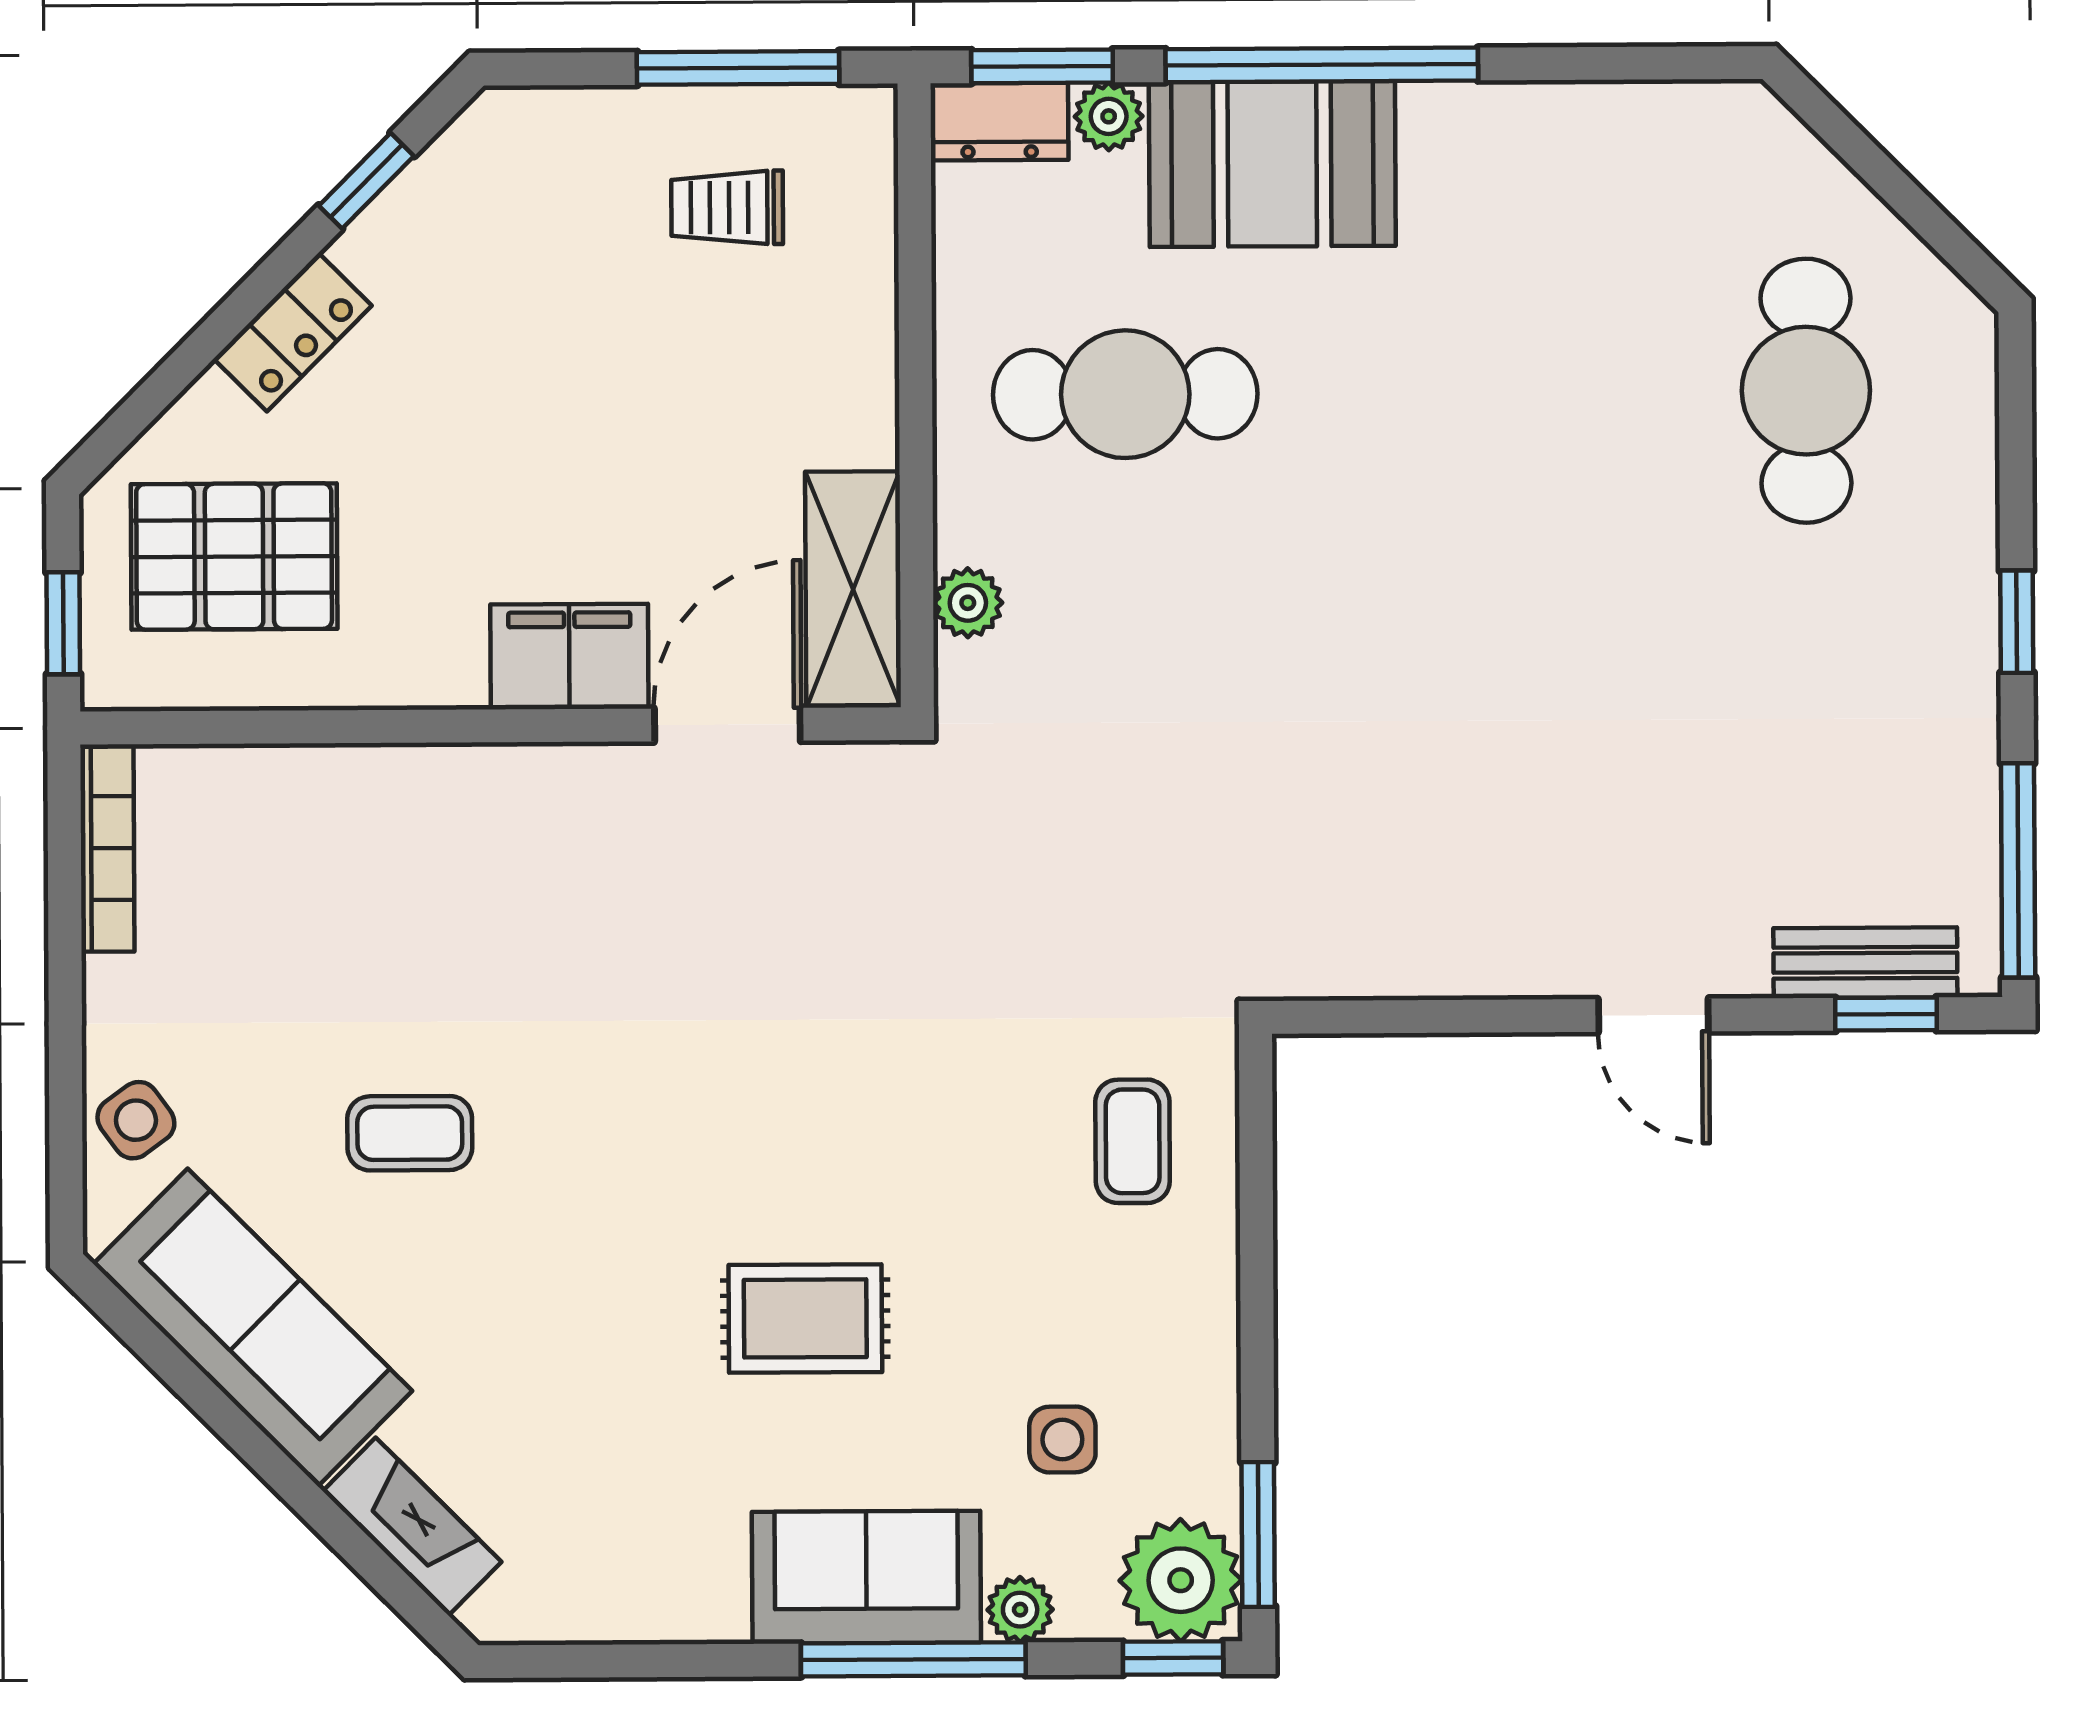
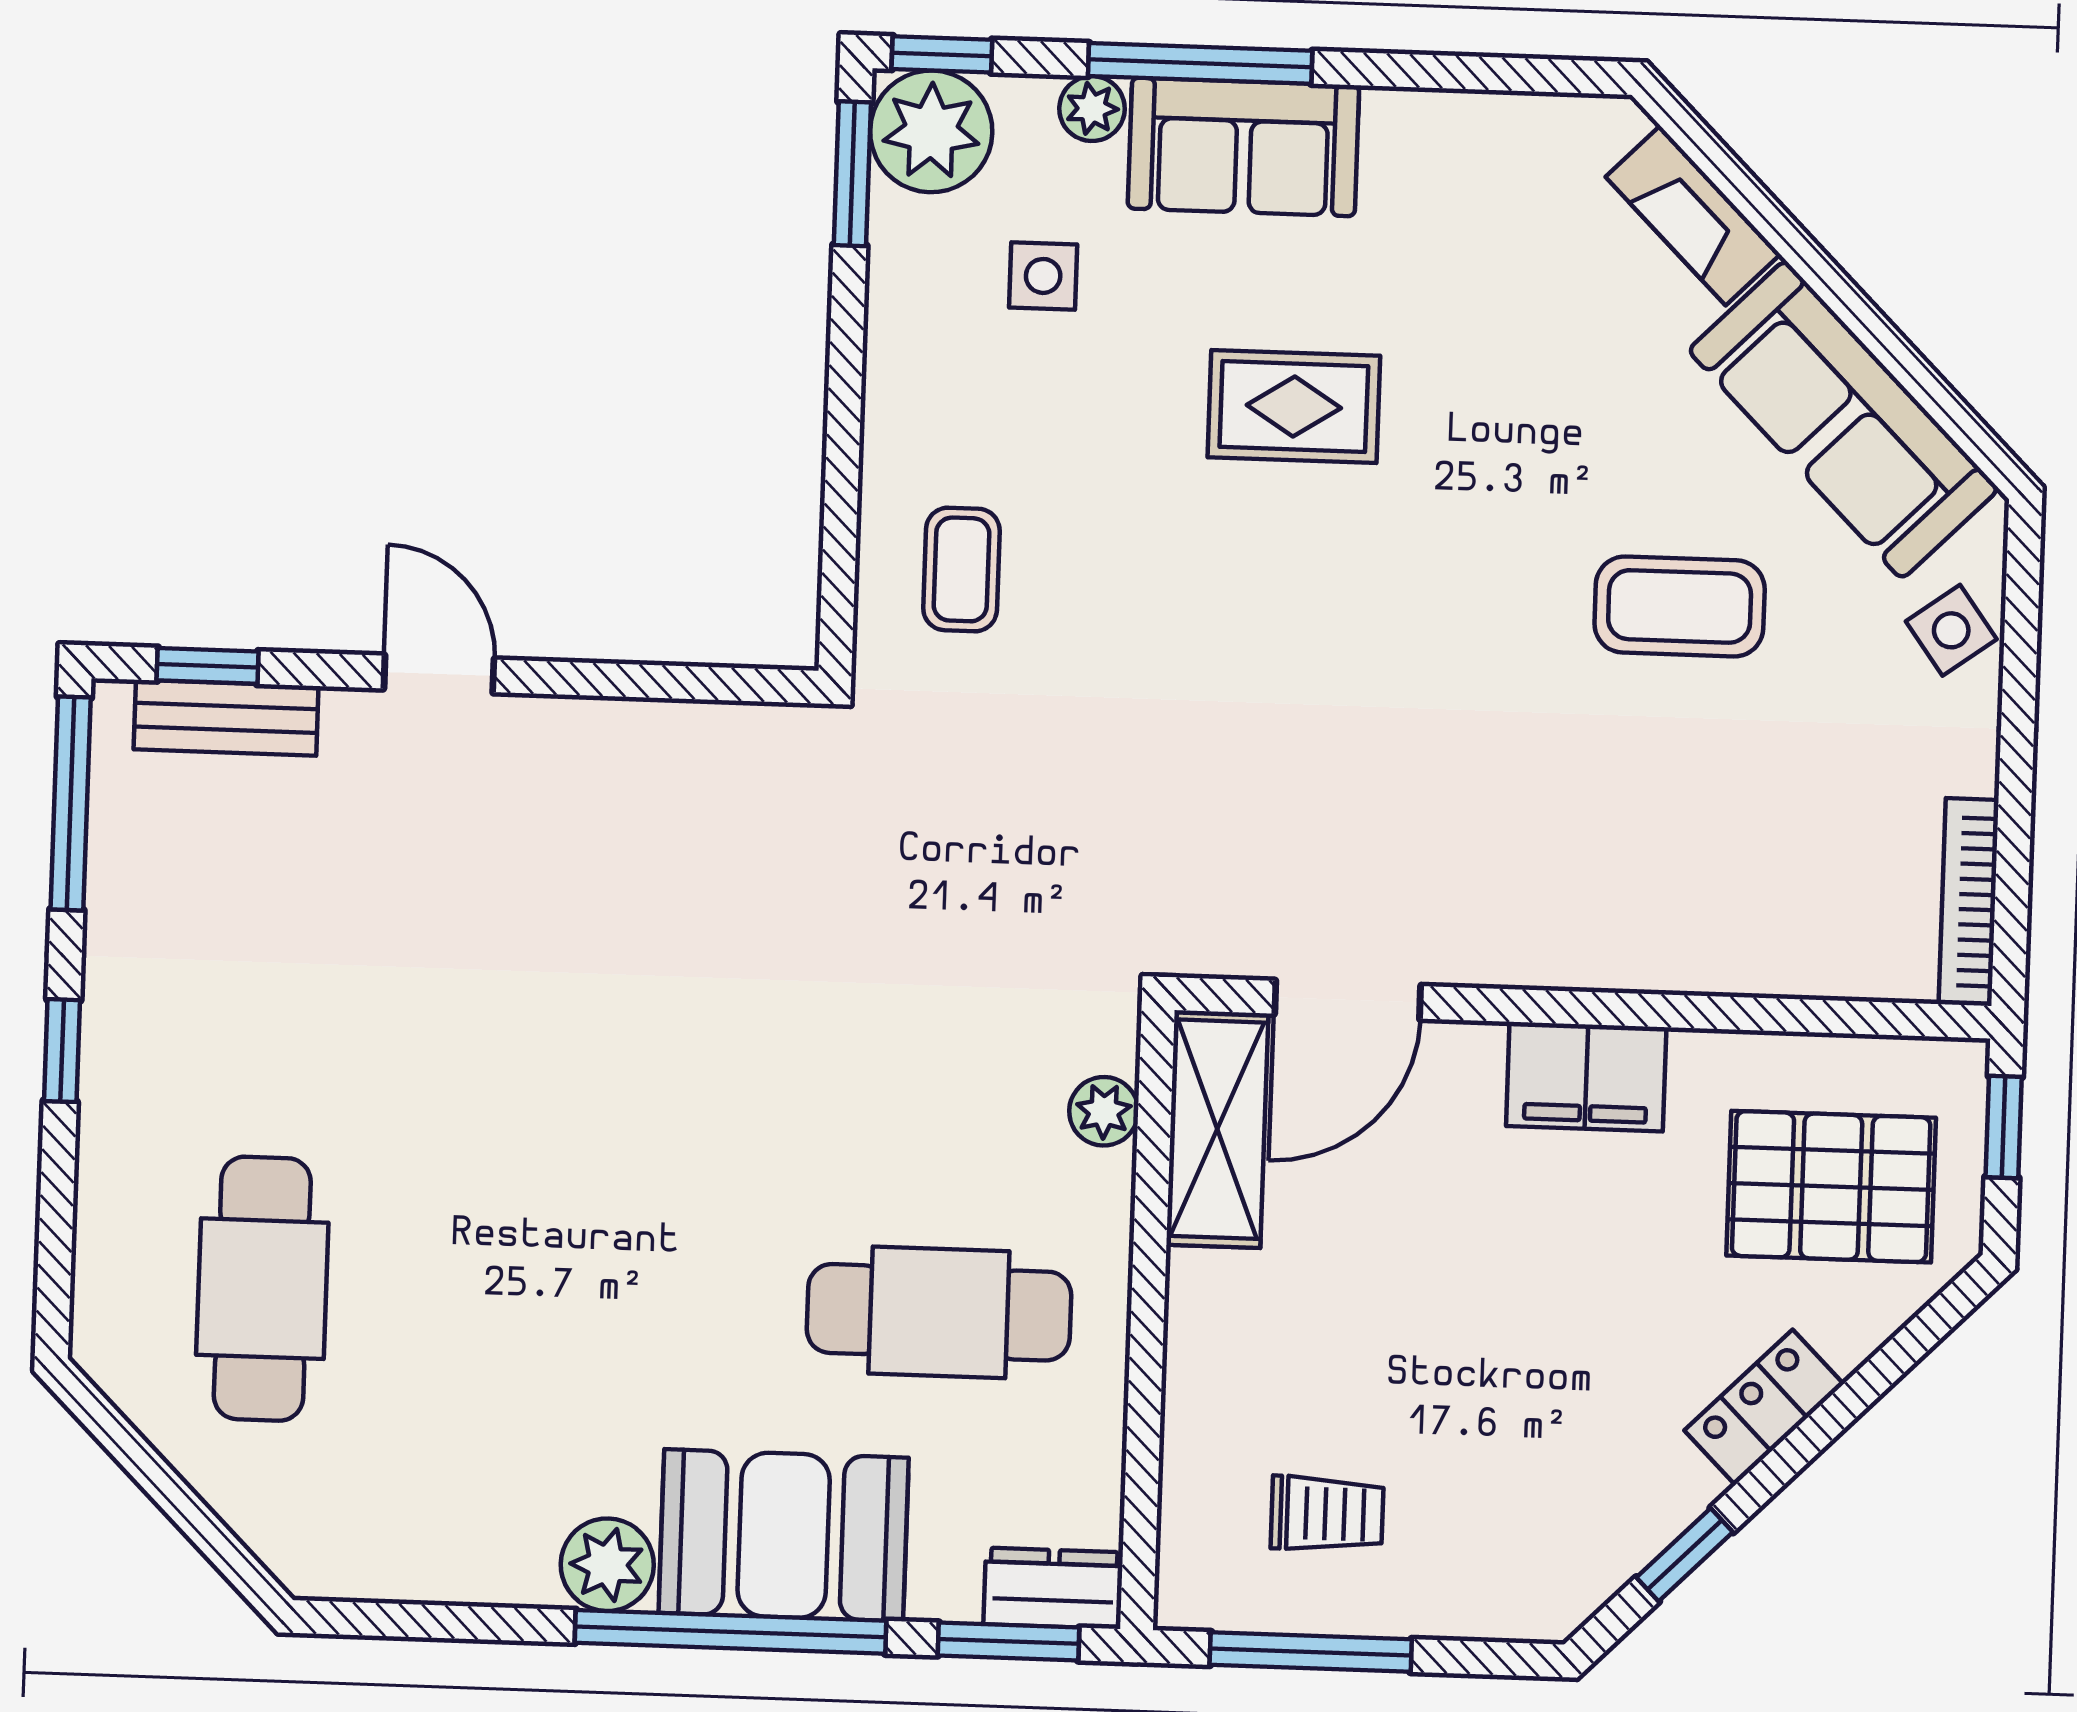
plant: (1109, 116) -> (607, 1565), moved, width x1.38, depth x1.38
filing cabinet: (569, 657) -> (1586, 1077), moved
coffee table: (410, 1133) -> (1680, 606), width x1.36, depth x1.30

